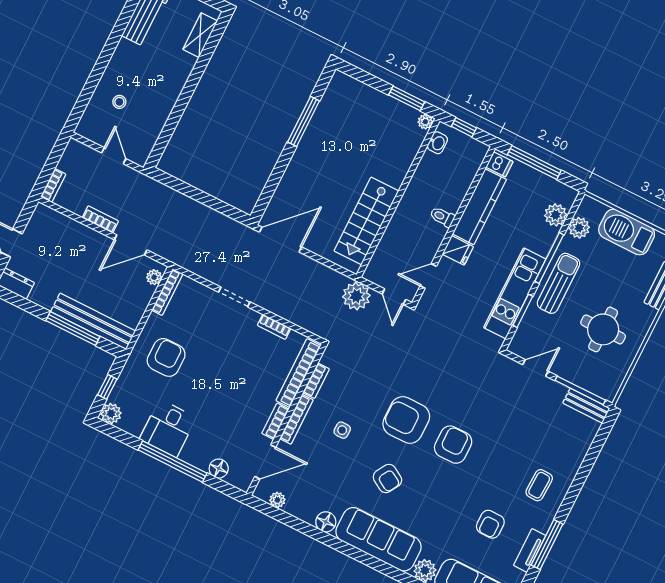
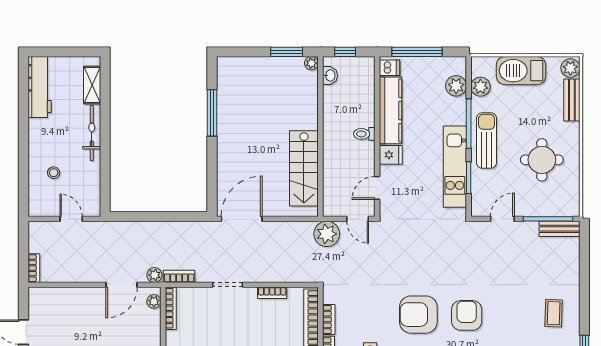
bicycle: (176, 82) -> (92, 133), added
bookcase: (100, 219) -> (179, 276), moved
plant: (168, 252) -> (154, 275), added

